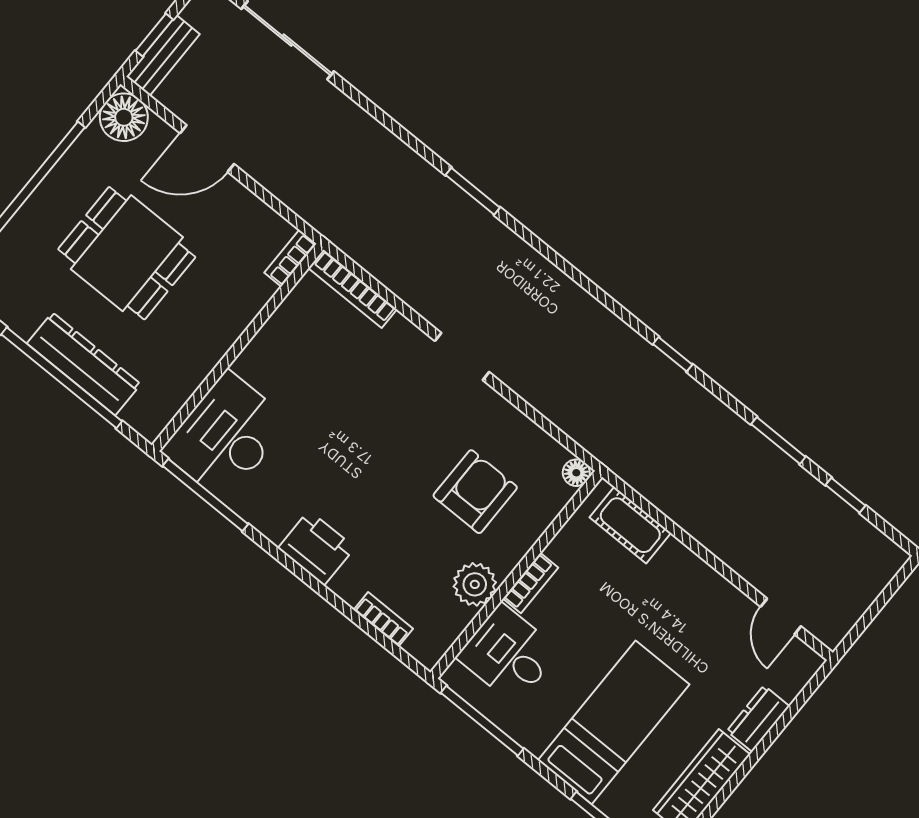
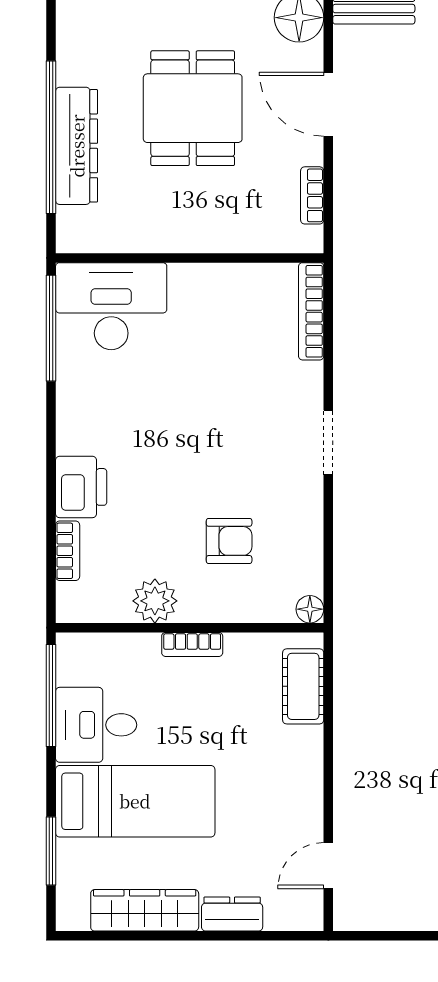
bookcase: (290, 258) -> (312, 195), moved, turned -90
armchair: (475, 492) -> (229, 541), width x0.72, depth x0.72
printer: (316, 548) -> (81, 487), moved
desk: (508, 654) -> (96, 725), moved, turned -90

